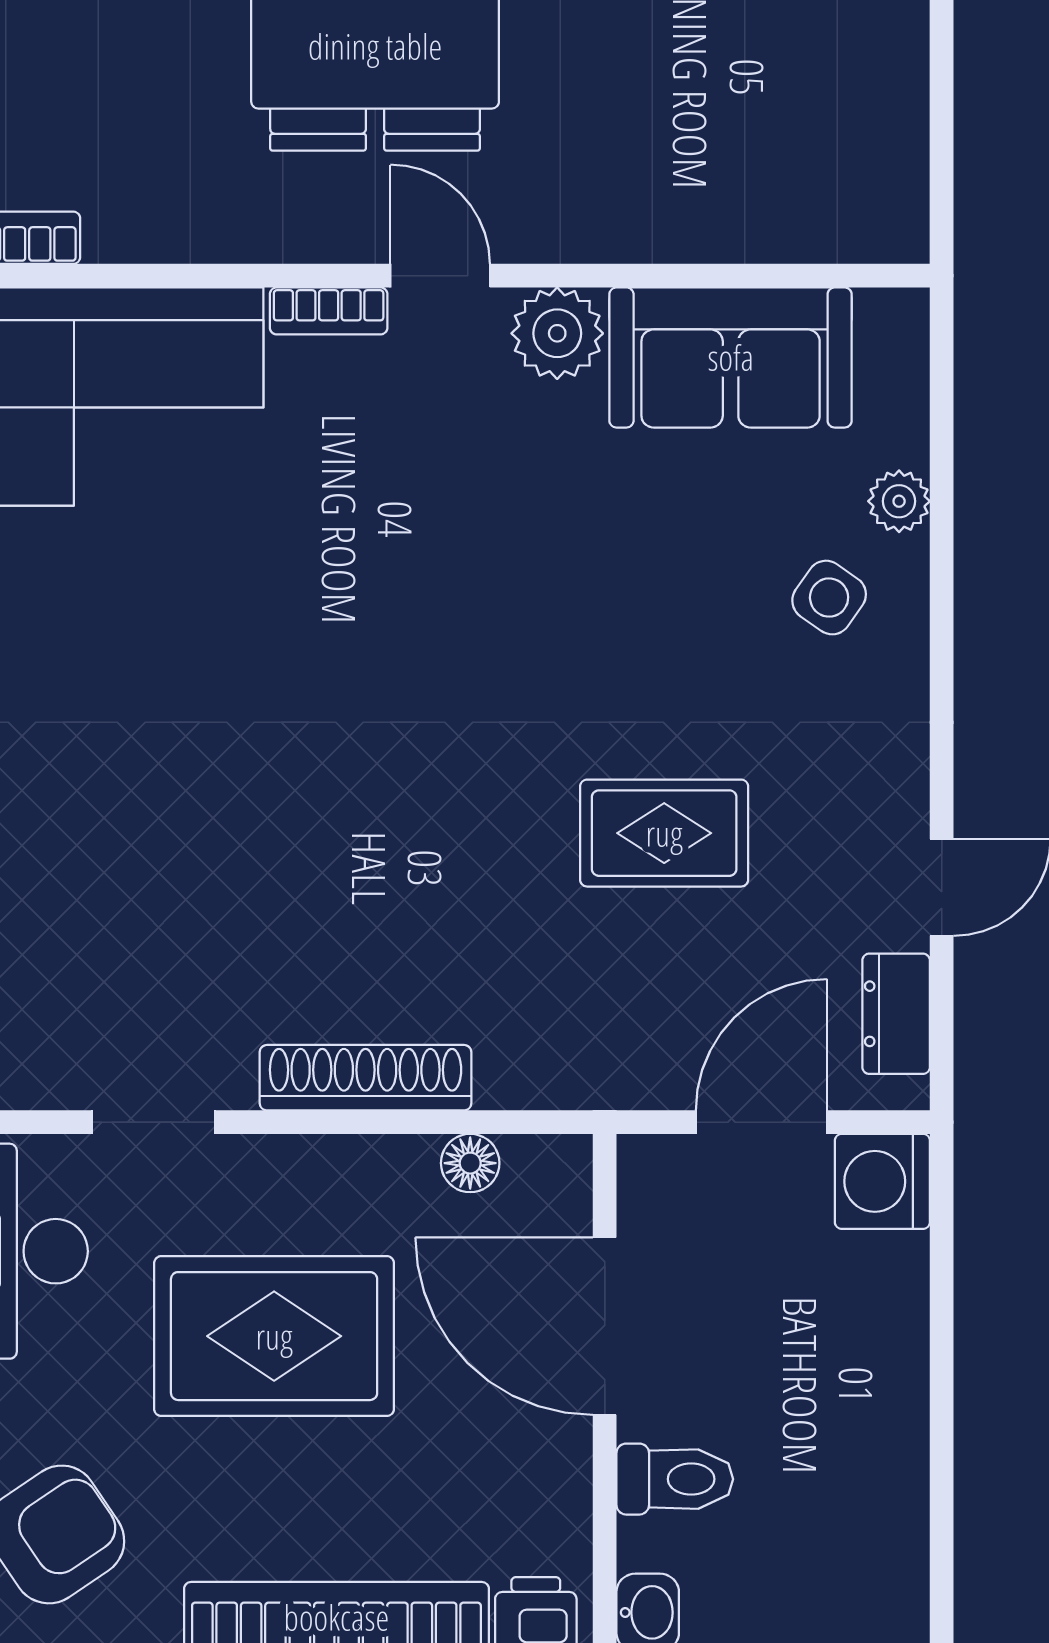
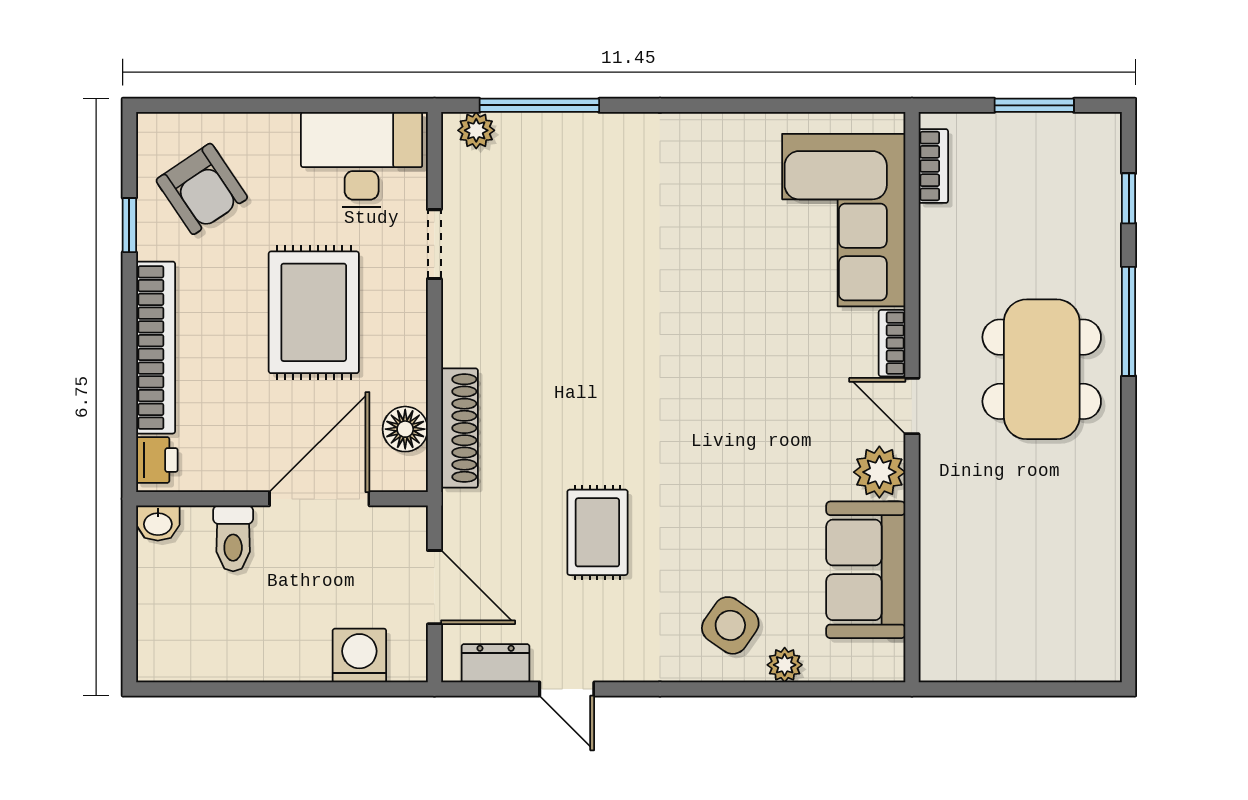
door: (440, 276) -> (912, 406), swing flipped
side table: (829, 598) -> (730, 625), width x1.37, depth x1.37
shoe rack: (366, 1078) -> (459, 428), moved
floor lamp: (470, 1163) -> (405, 429), width x1.37, depth x1.37
washing machine: (882, 1181) -> (359, 655), moved

